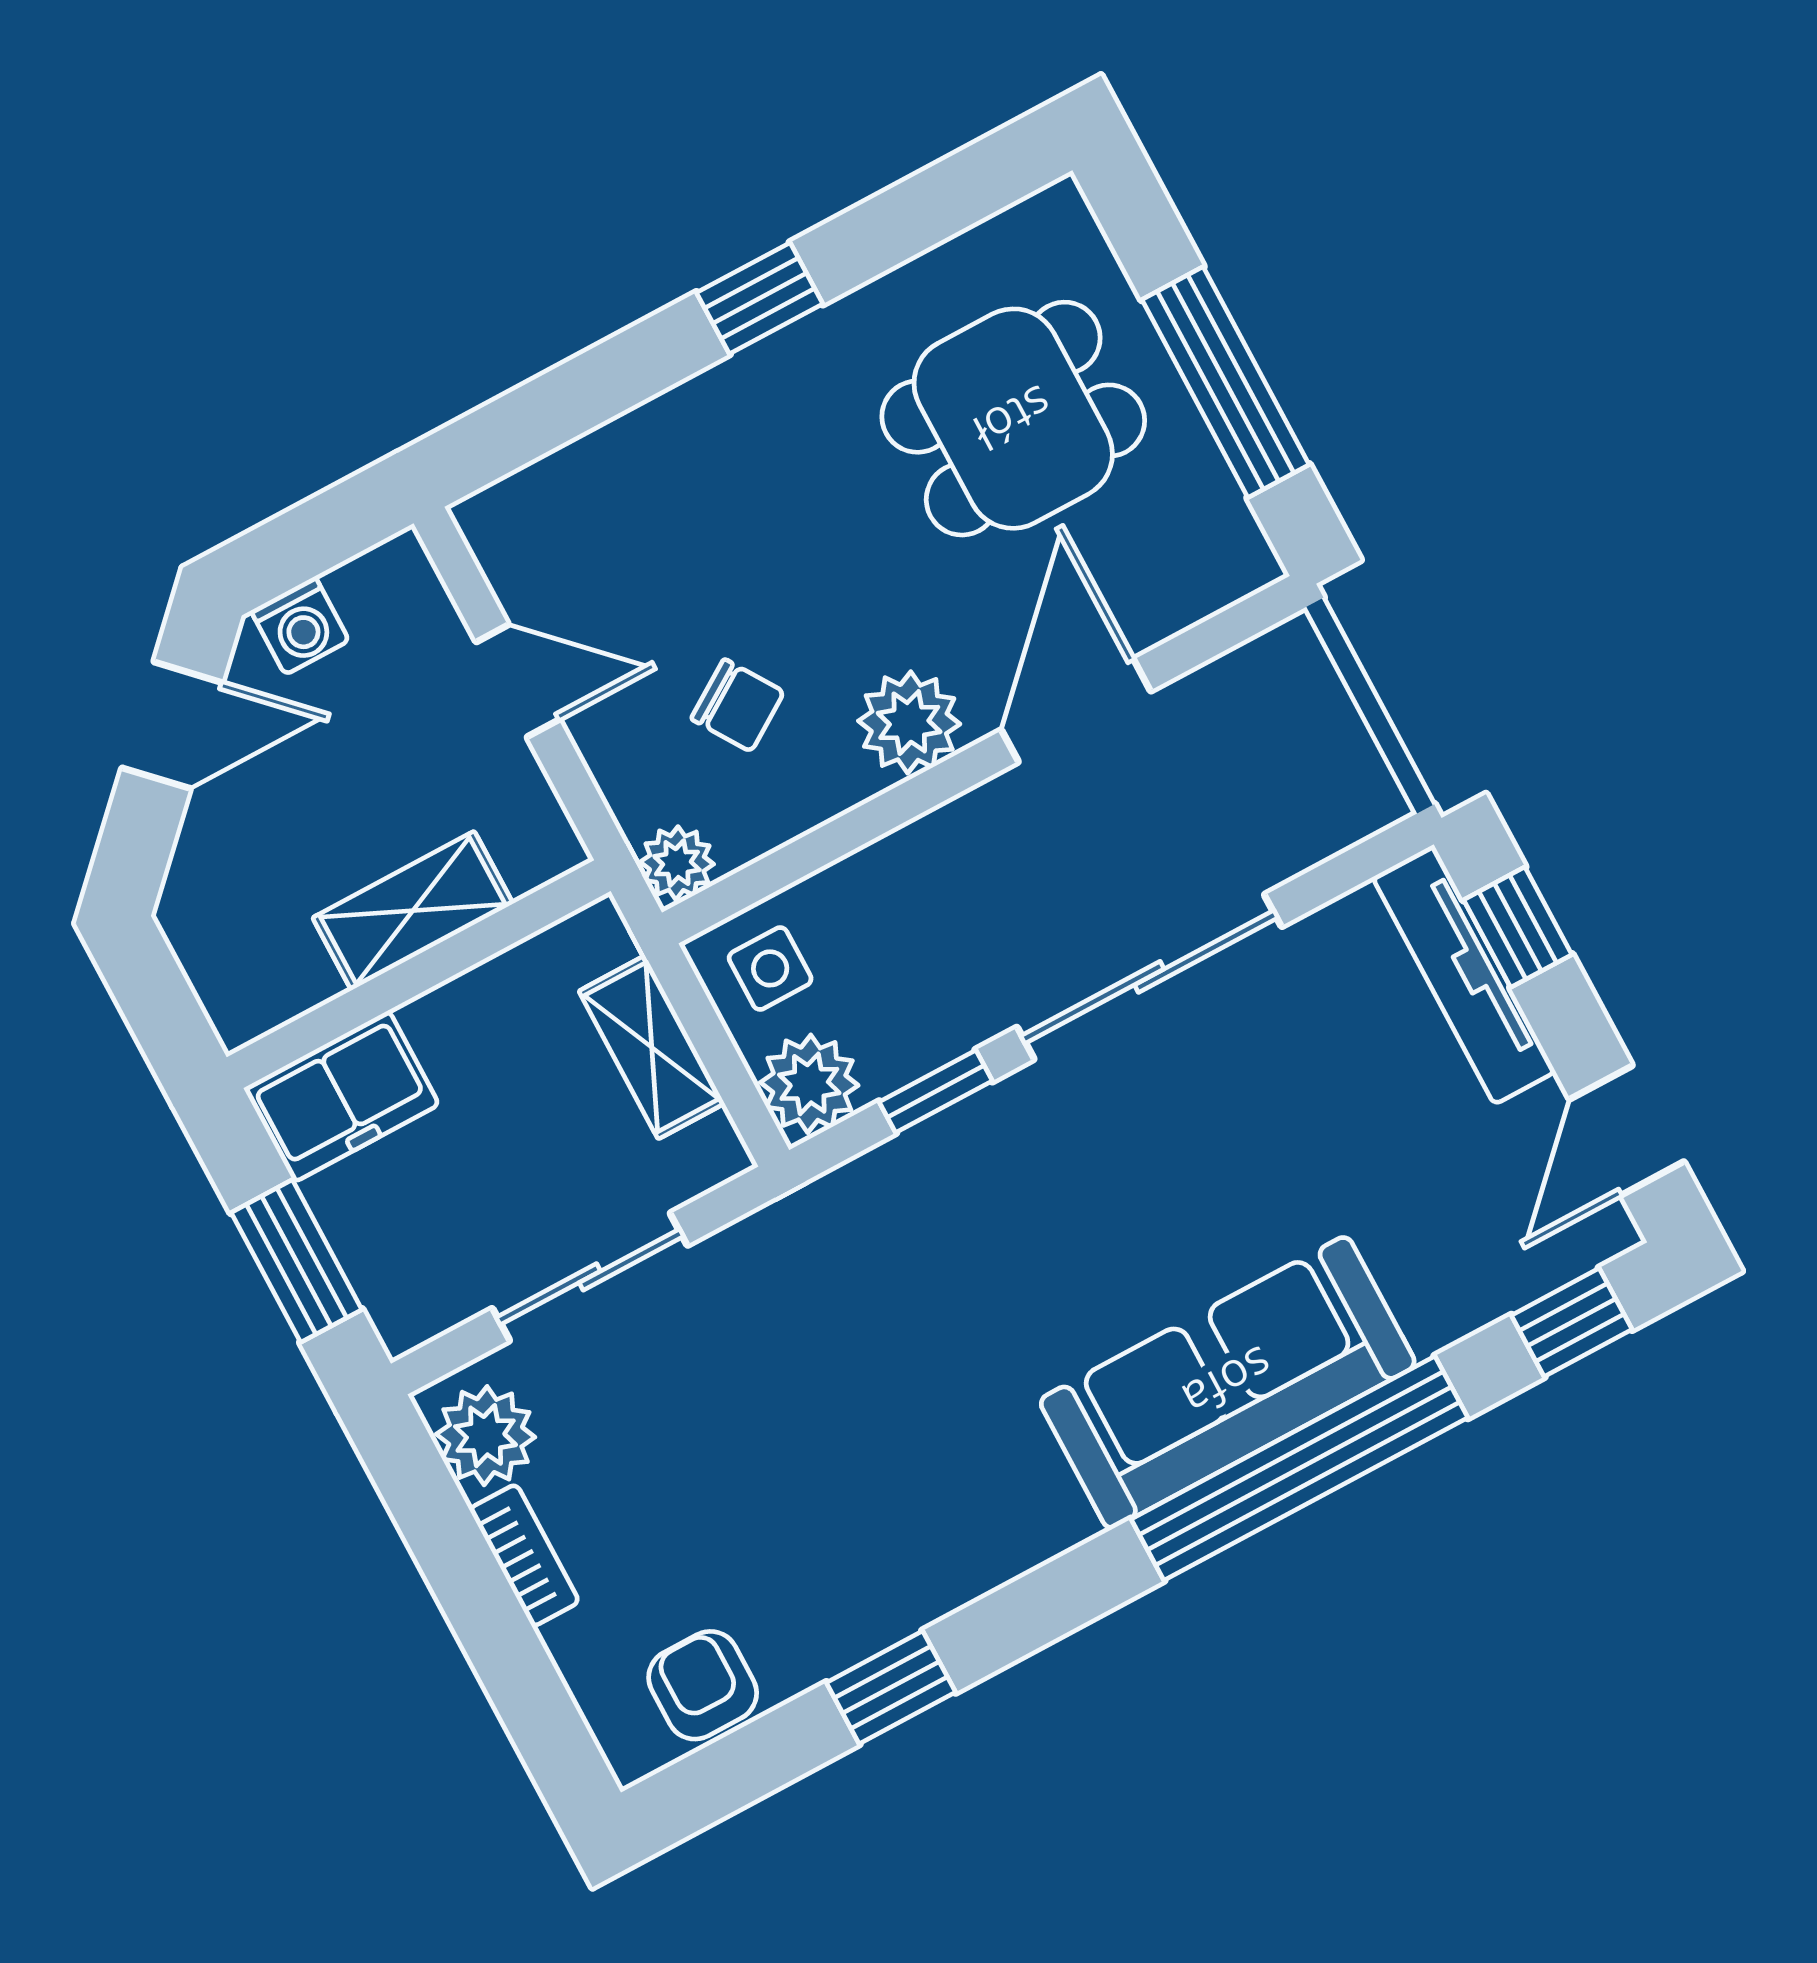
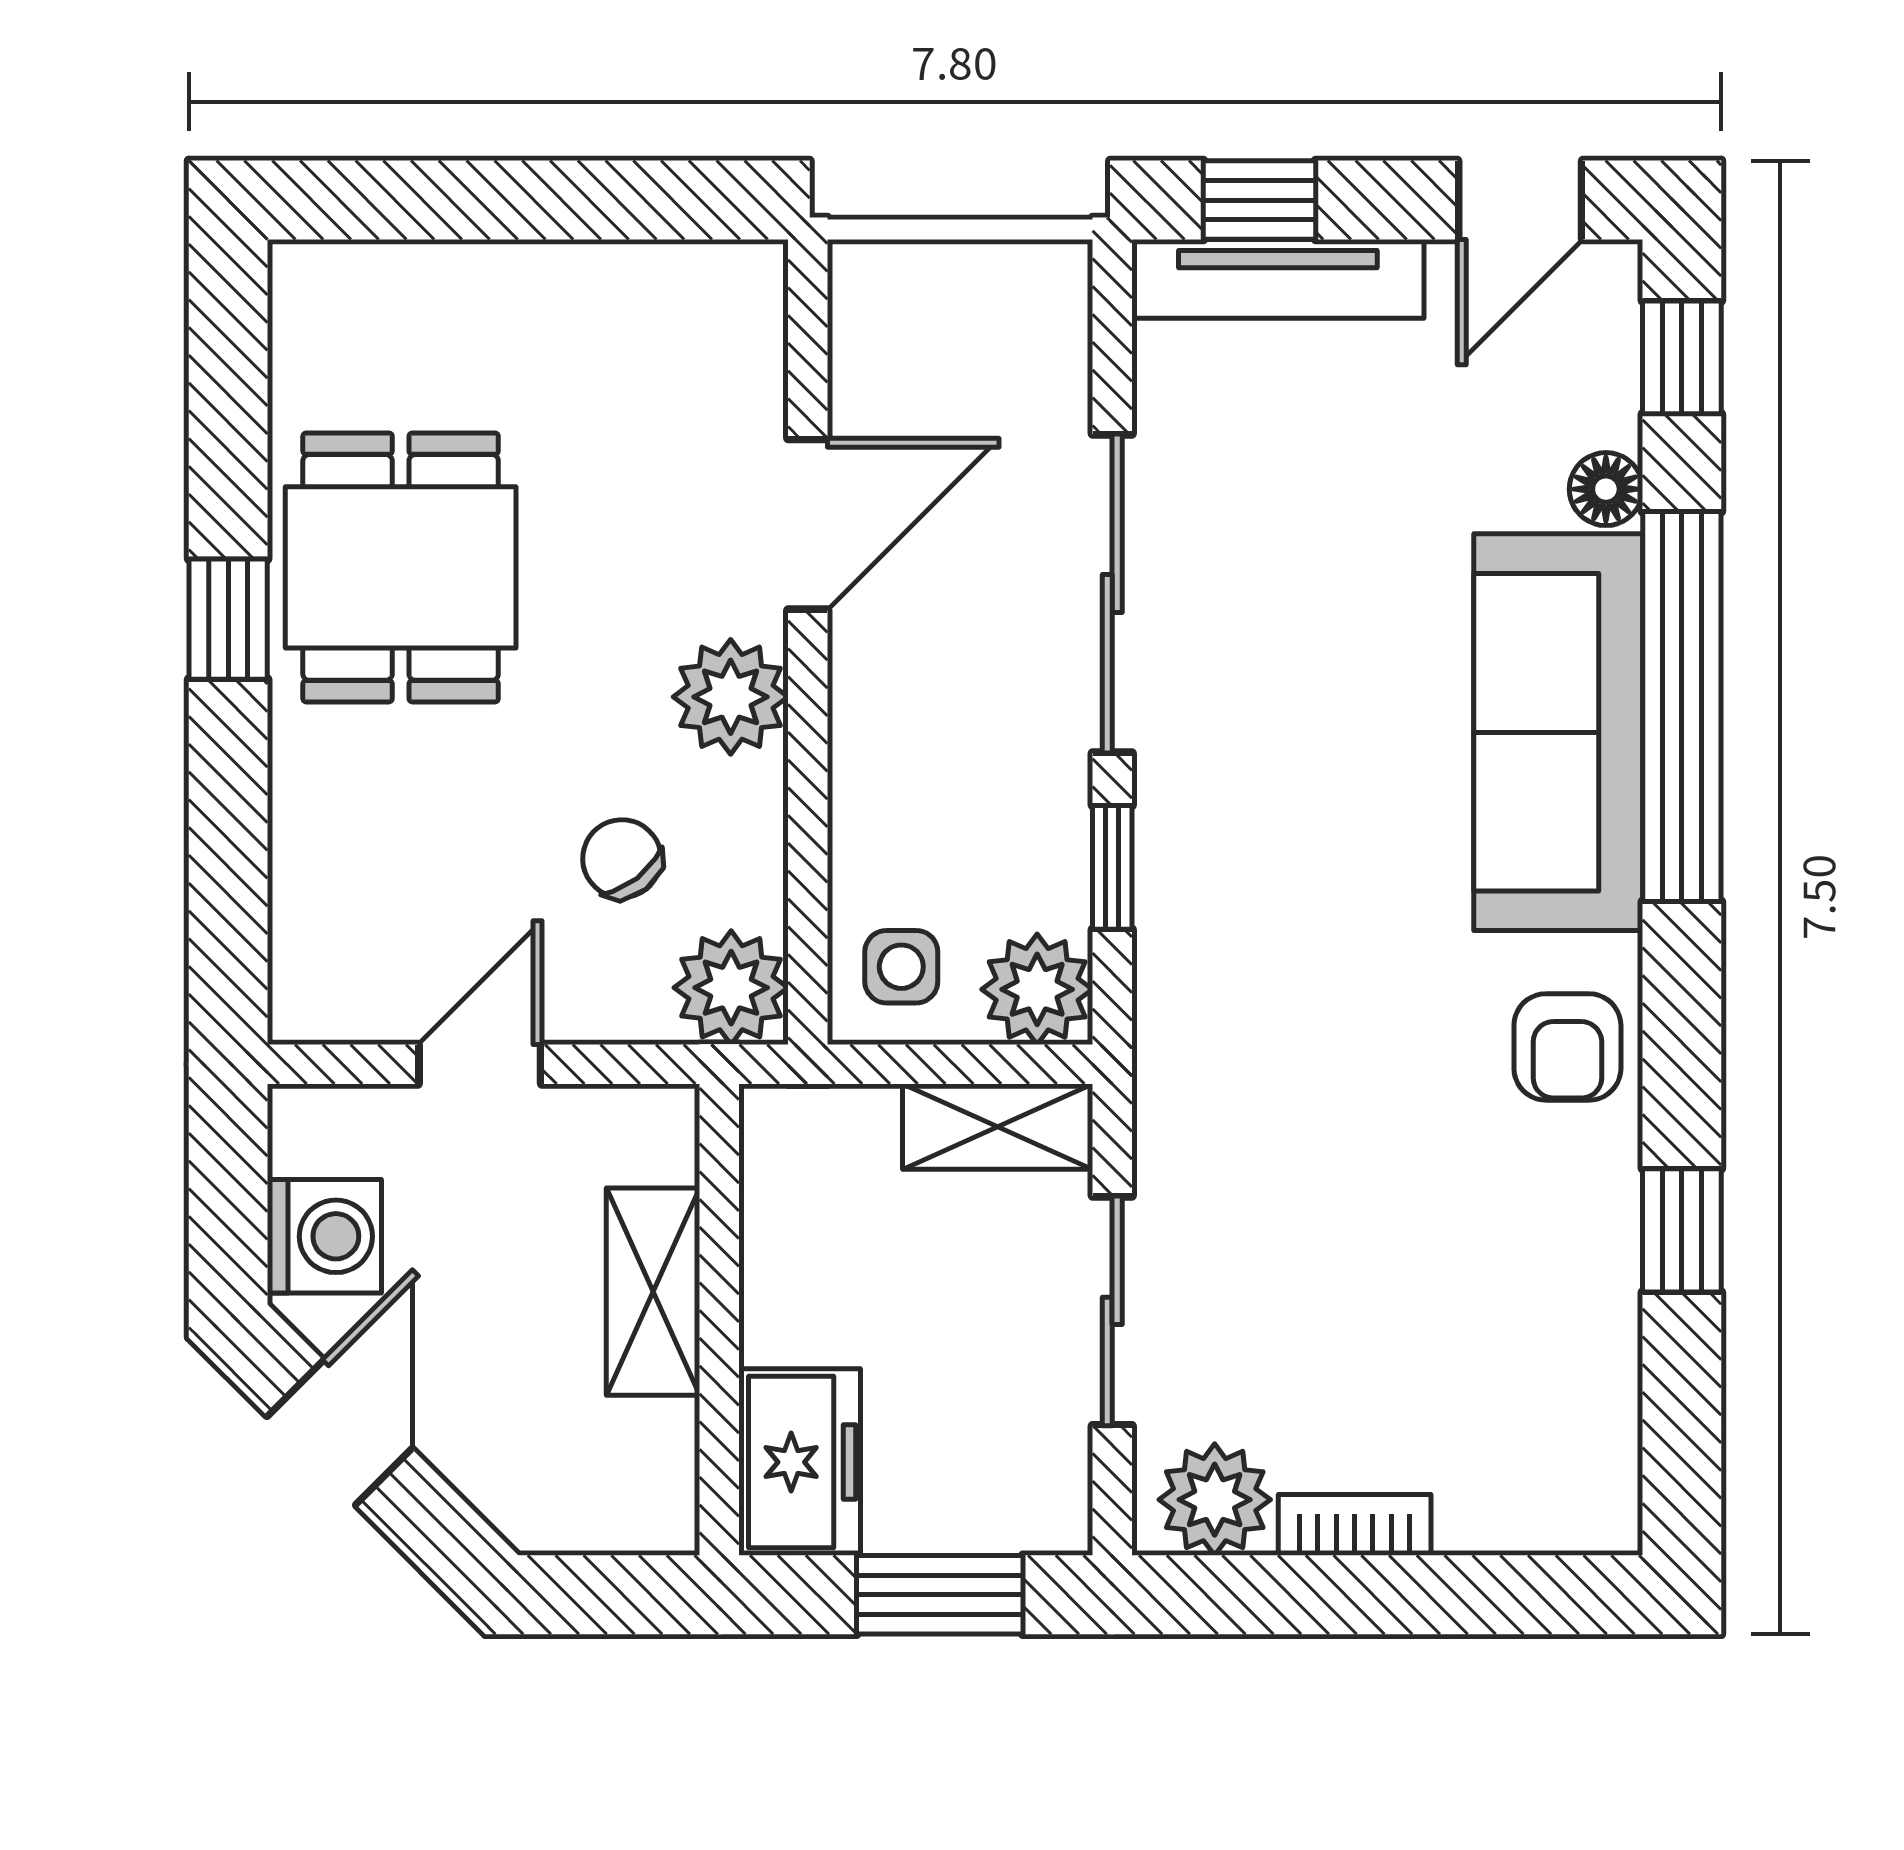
window: (1225, 382) -> (560, 200), removed
dining table: (1013, 419) -> (401, 567), moved
washing machine: (300, 626) -> (324, 1236), width x1.38, depth x1.38
chair: (738, 705) -> (622, 859), turned -95
door: (1076, 710) -> (808, 524), swing flipped
plant: (677, 863) -> (731, 988), width x1.38, depth x1.38
shelving: (652, 1047) -> (998, 1127), moved
door: (1627, 1130) -> (1520, 200), hinge flipped
floor lamp: (1437, 1318) -> (1606, 489), added
armchair: (703, 1685) -> (1567, 1047), moved, turned -90

